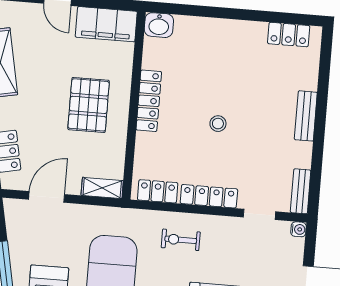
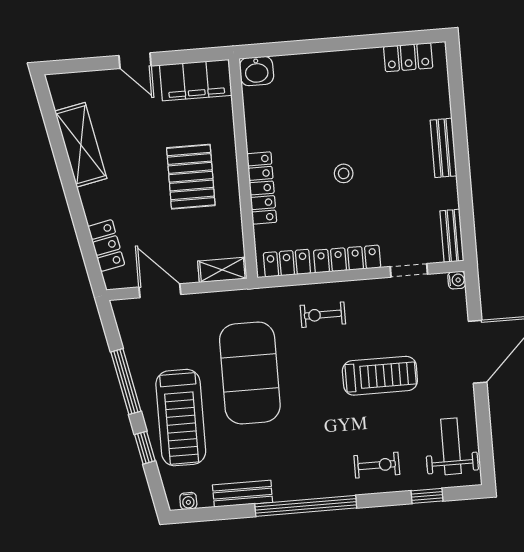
locker: (149, 101) -> (262, 188), moved
door: (47, 197) -> (160, 291), hinge flipped

